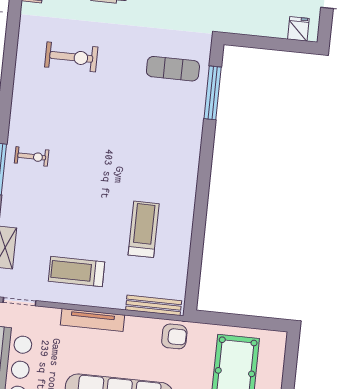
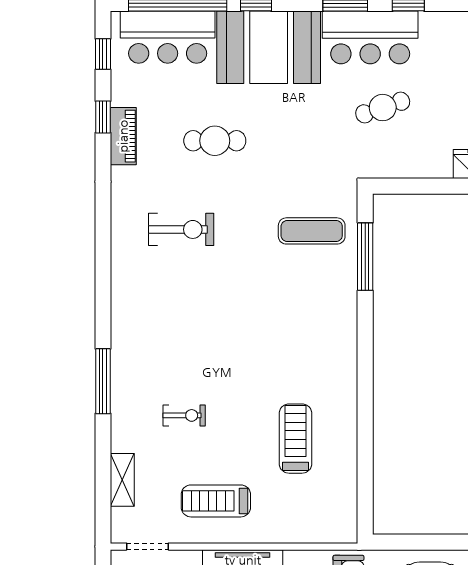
exercise bike: (32, 156) -> (184, 415), moved
bench: (154, 305) -> (318, 534), removed

